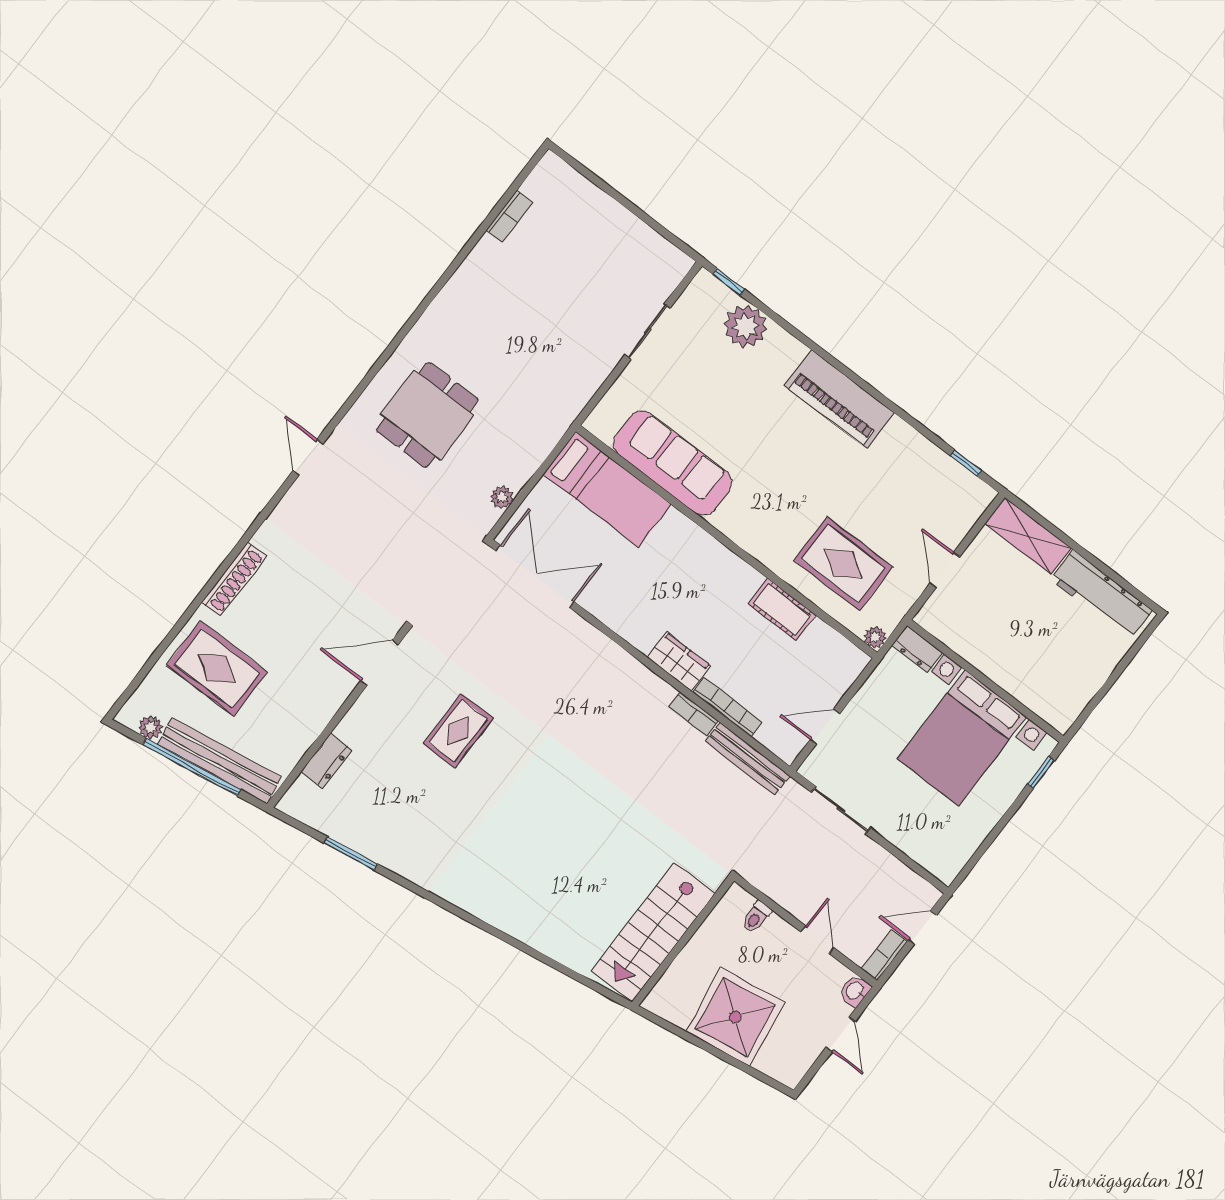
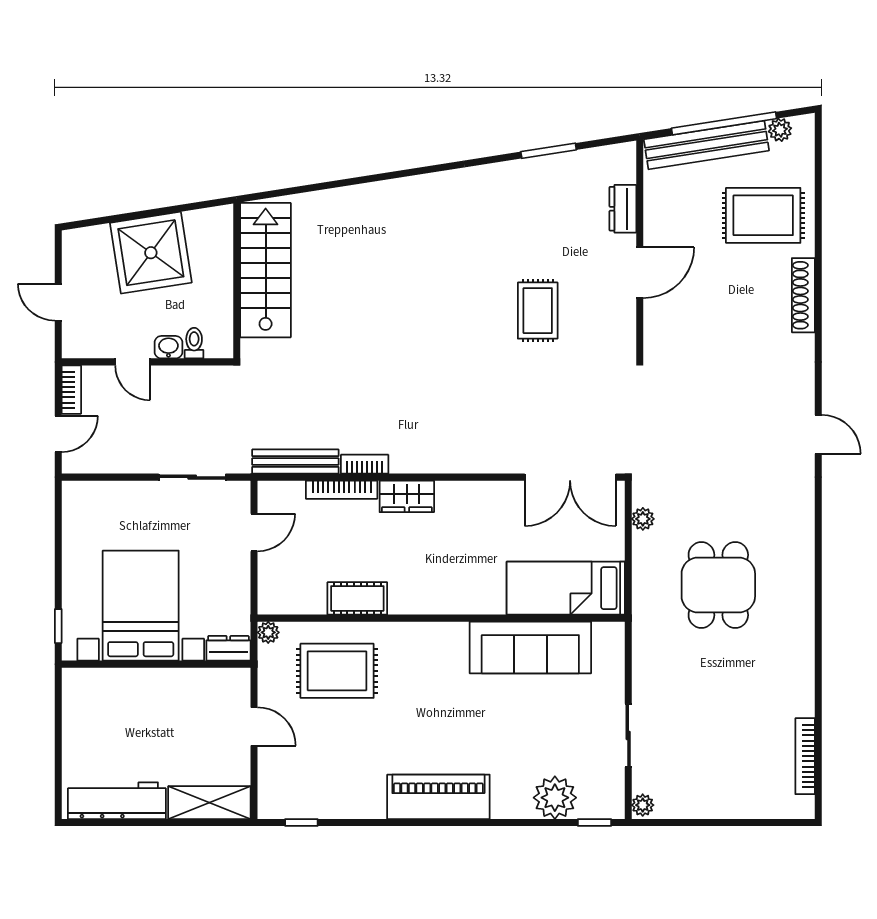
bookcase: (509, 216) -> (805, 756), width x1.56
plant: (679, 266) -> (643, 805), added
dining table: (427, 415) -> (718, 585), moved
door: (380, 663) -> (640, 273), moved
washbasin: (855, 991) -> (168, 347), moved, turned -90

